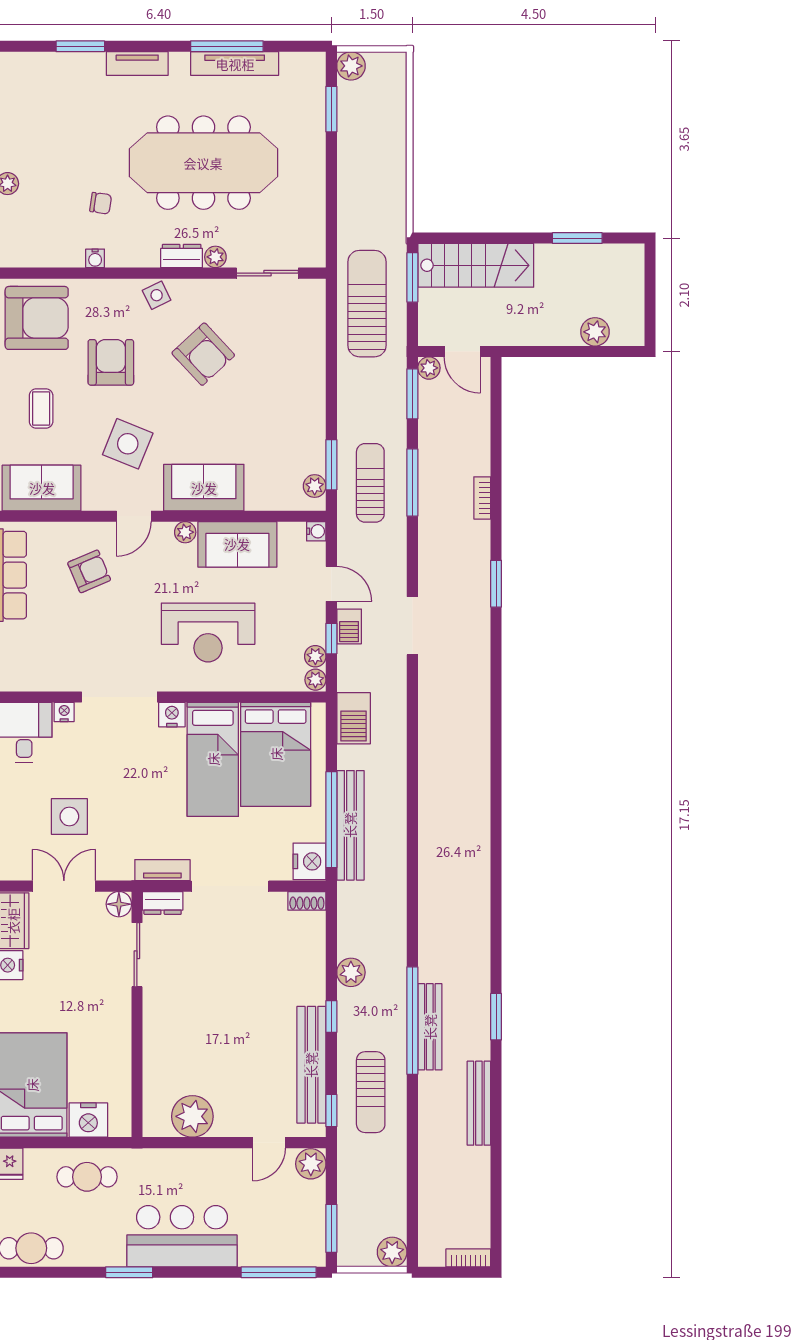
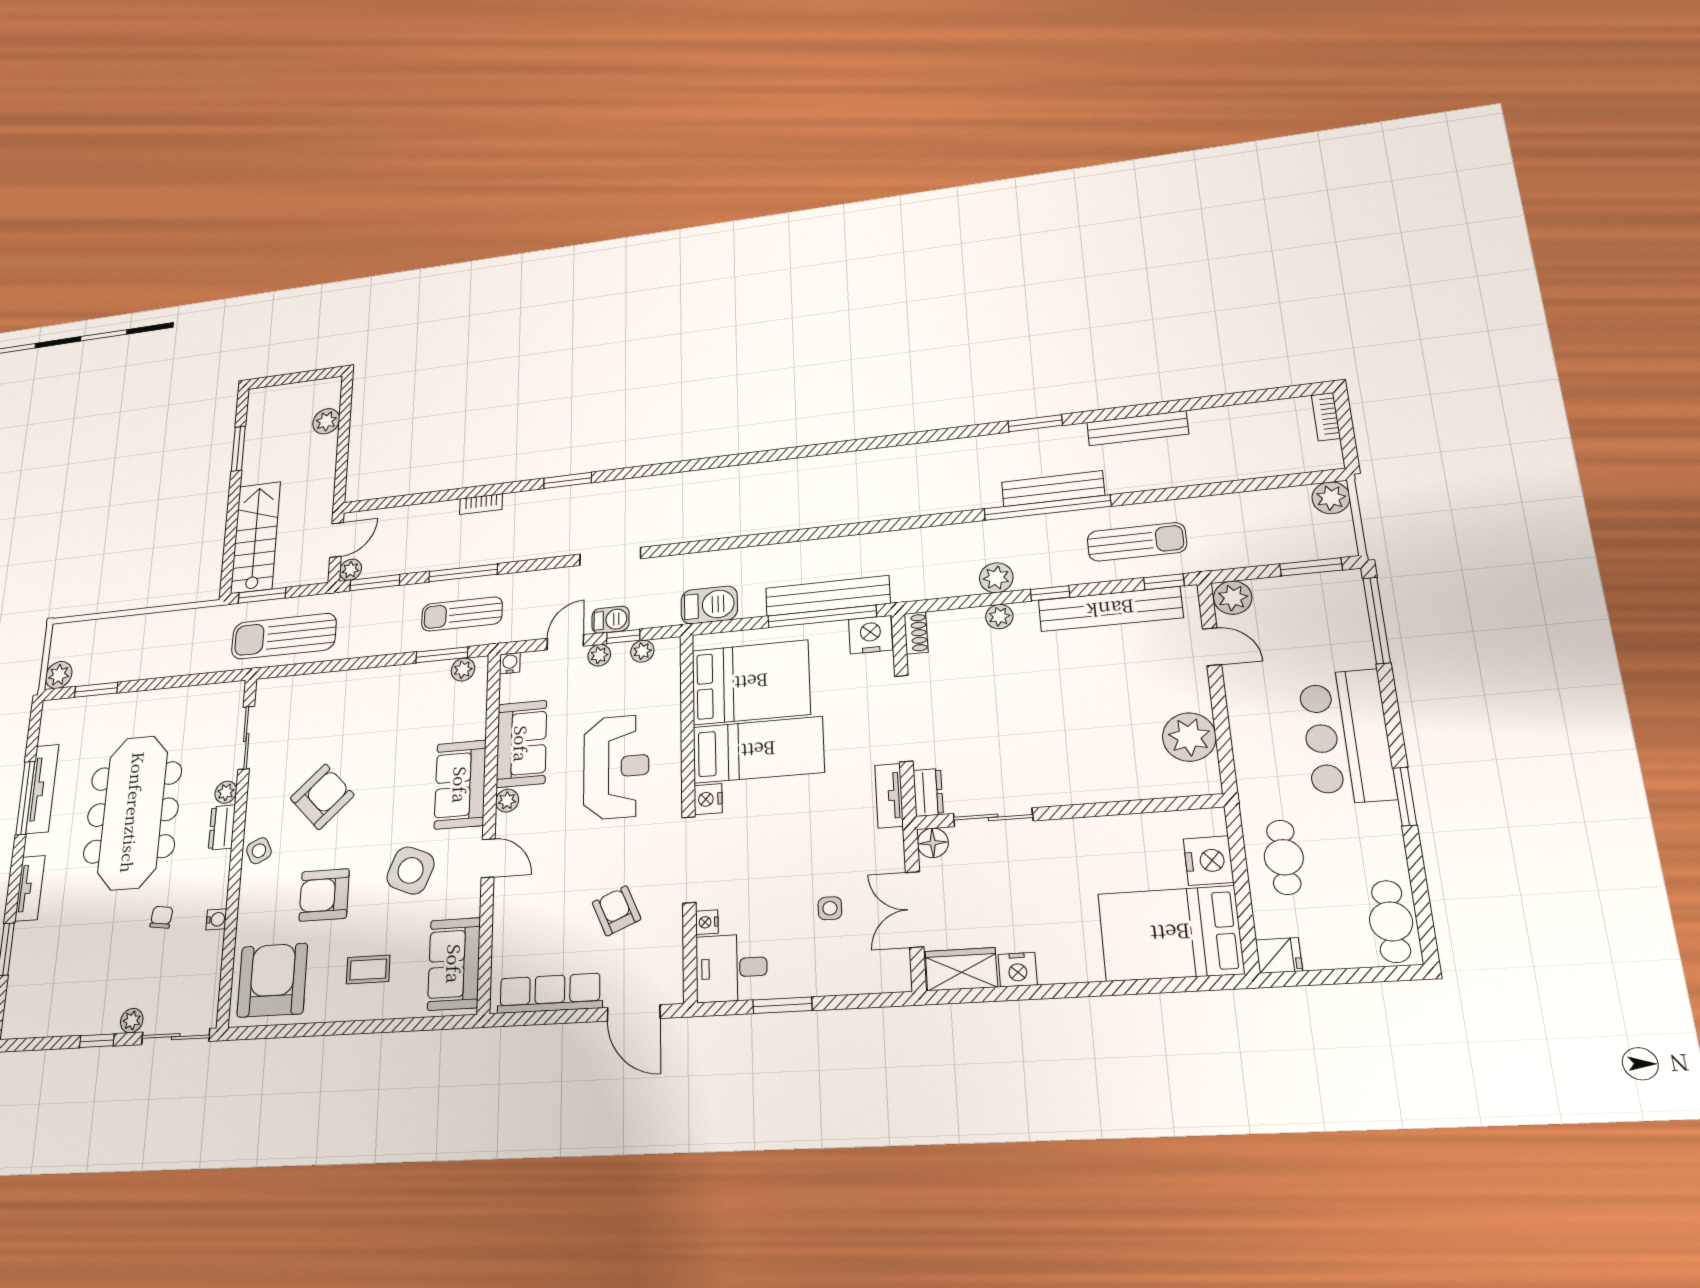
armchair: (89, 571) -> (617, 911), moved
plant: (315, 680) -> (599, 655), moved
side table: (69, 816) -> (830, 908), width x0.54, depth x0.54
plant: (315, 972) -> (999, 617), added

